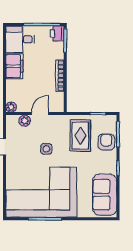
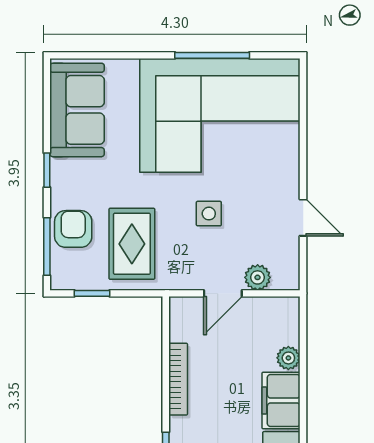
plant: (11, 107) -> (288, 358), moved
armchair: (106, 142) -> (73, 229), turned 180

